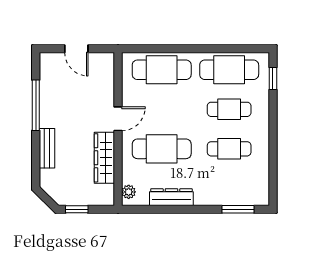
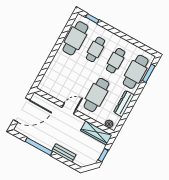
door: (76, 49) -> (22, 110), width x1.87
cafe table: (162, 70) -> (136, 72), moved
door: (118, 119) -> (69, 109), hinge flipped
wardrobe: (104, 158) -> (96, 133), moved

